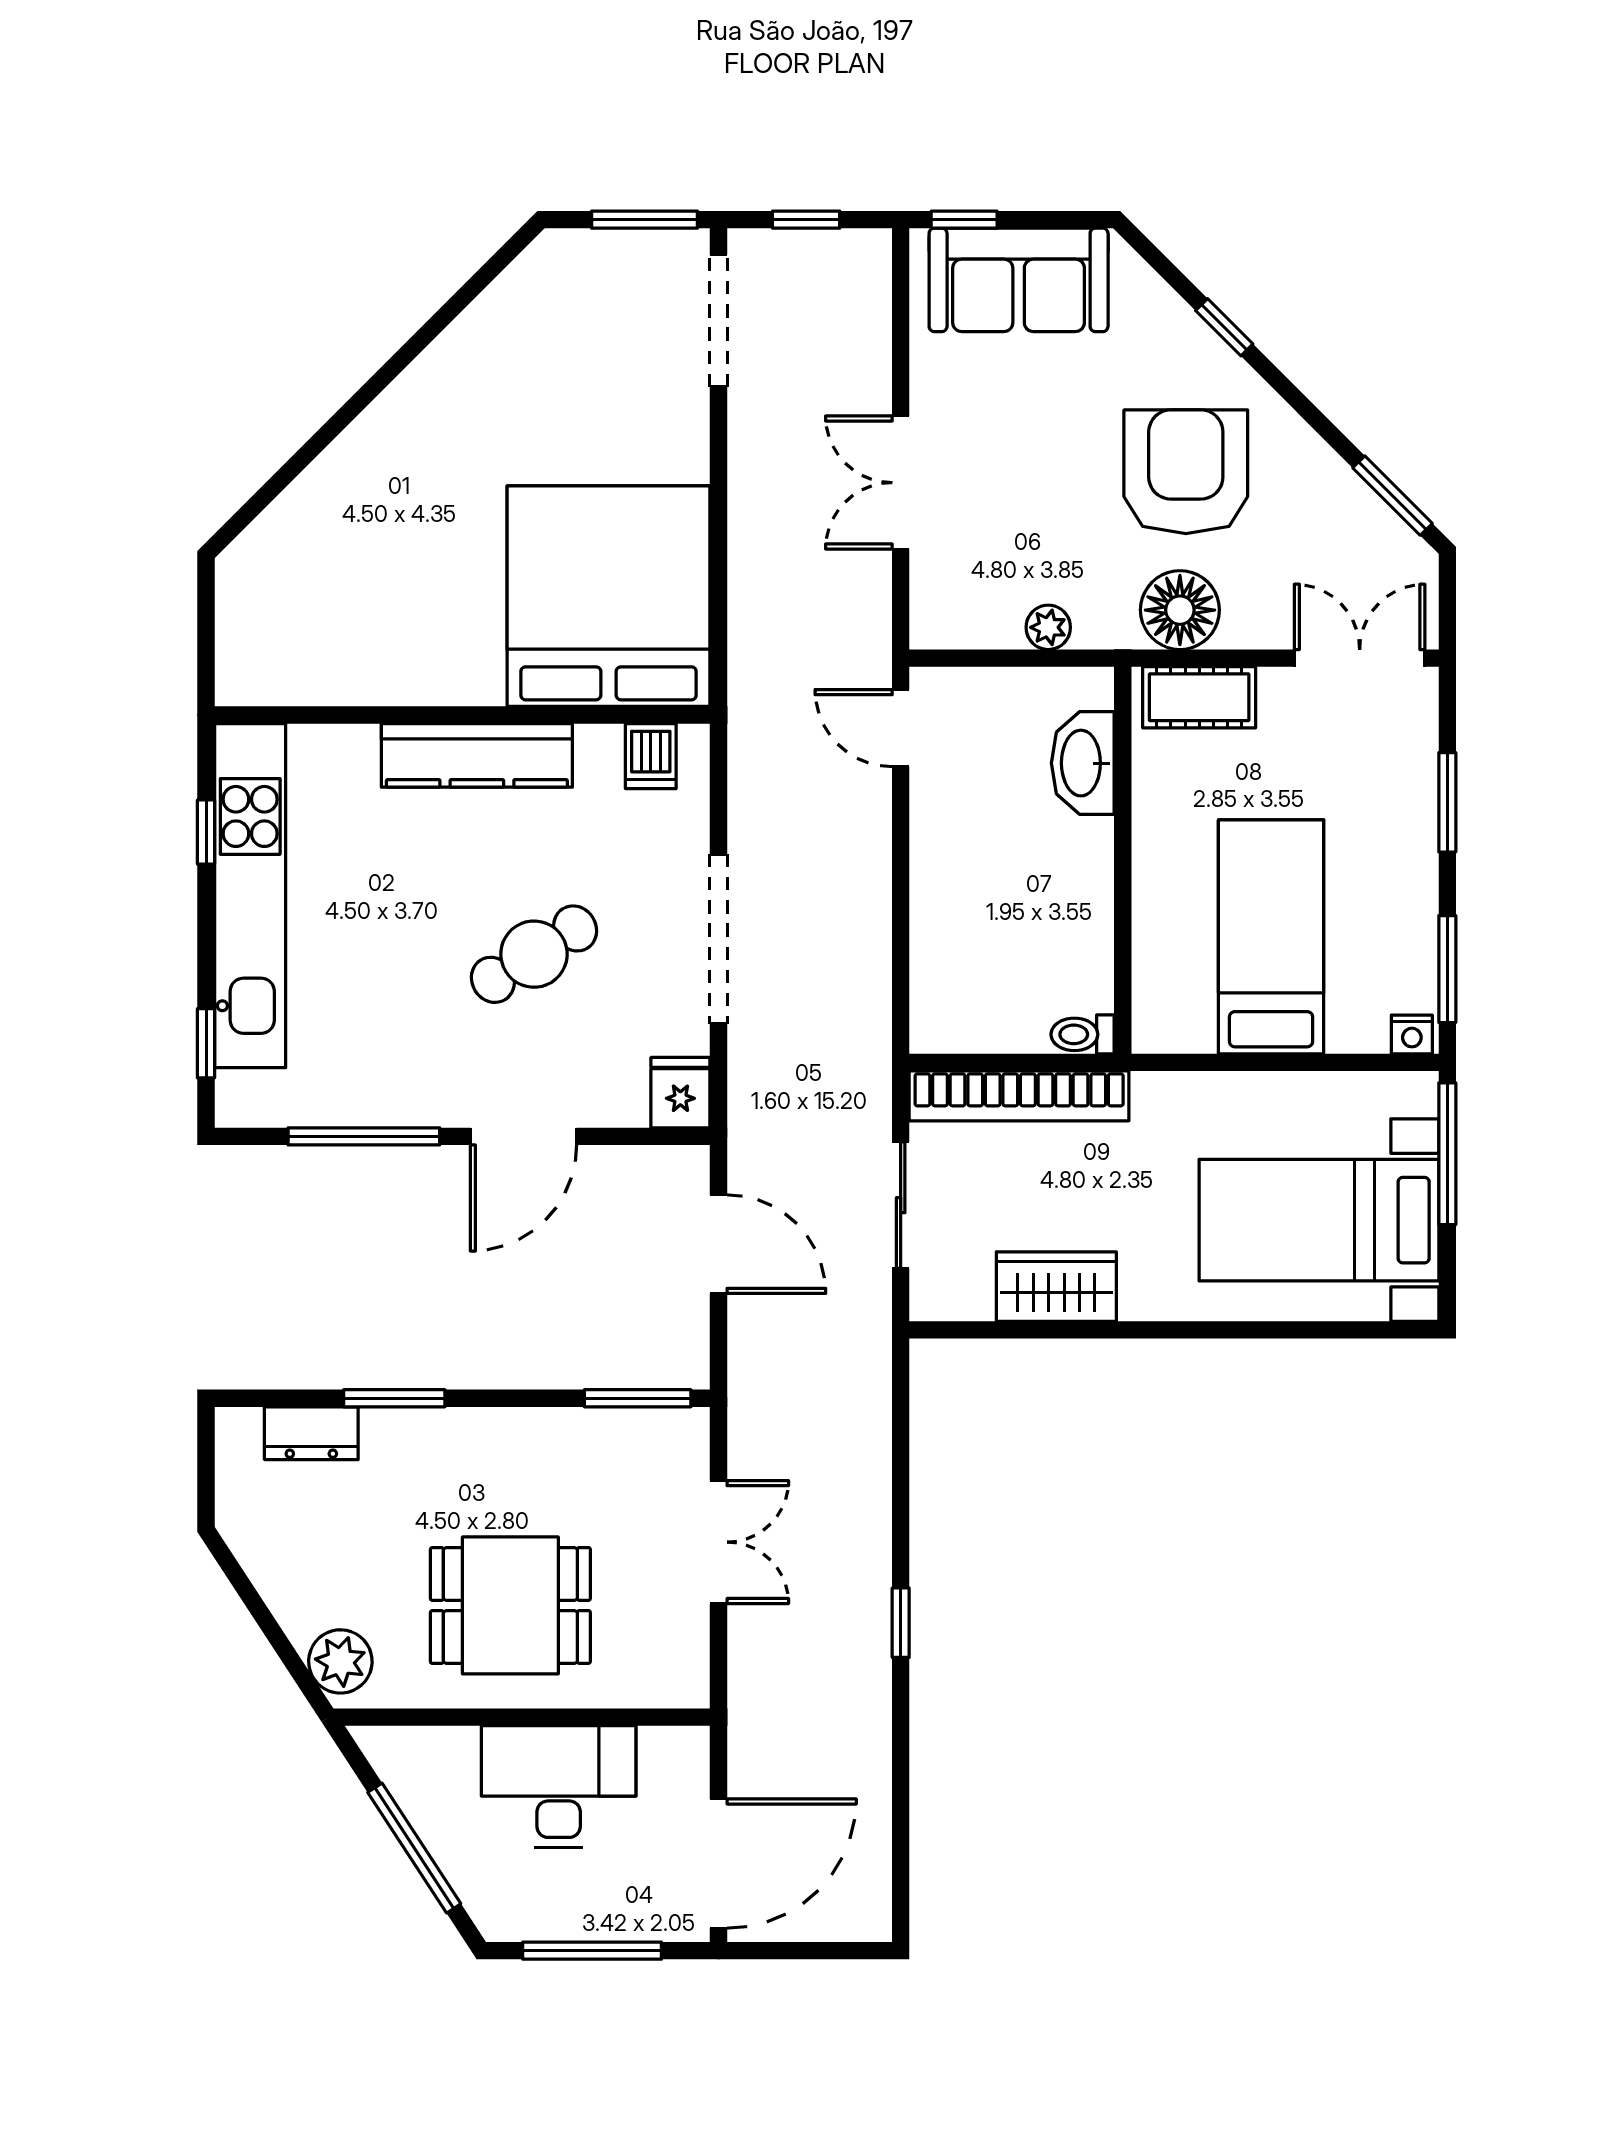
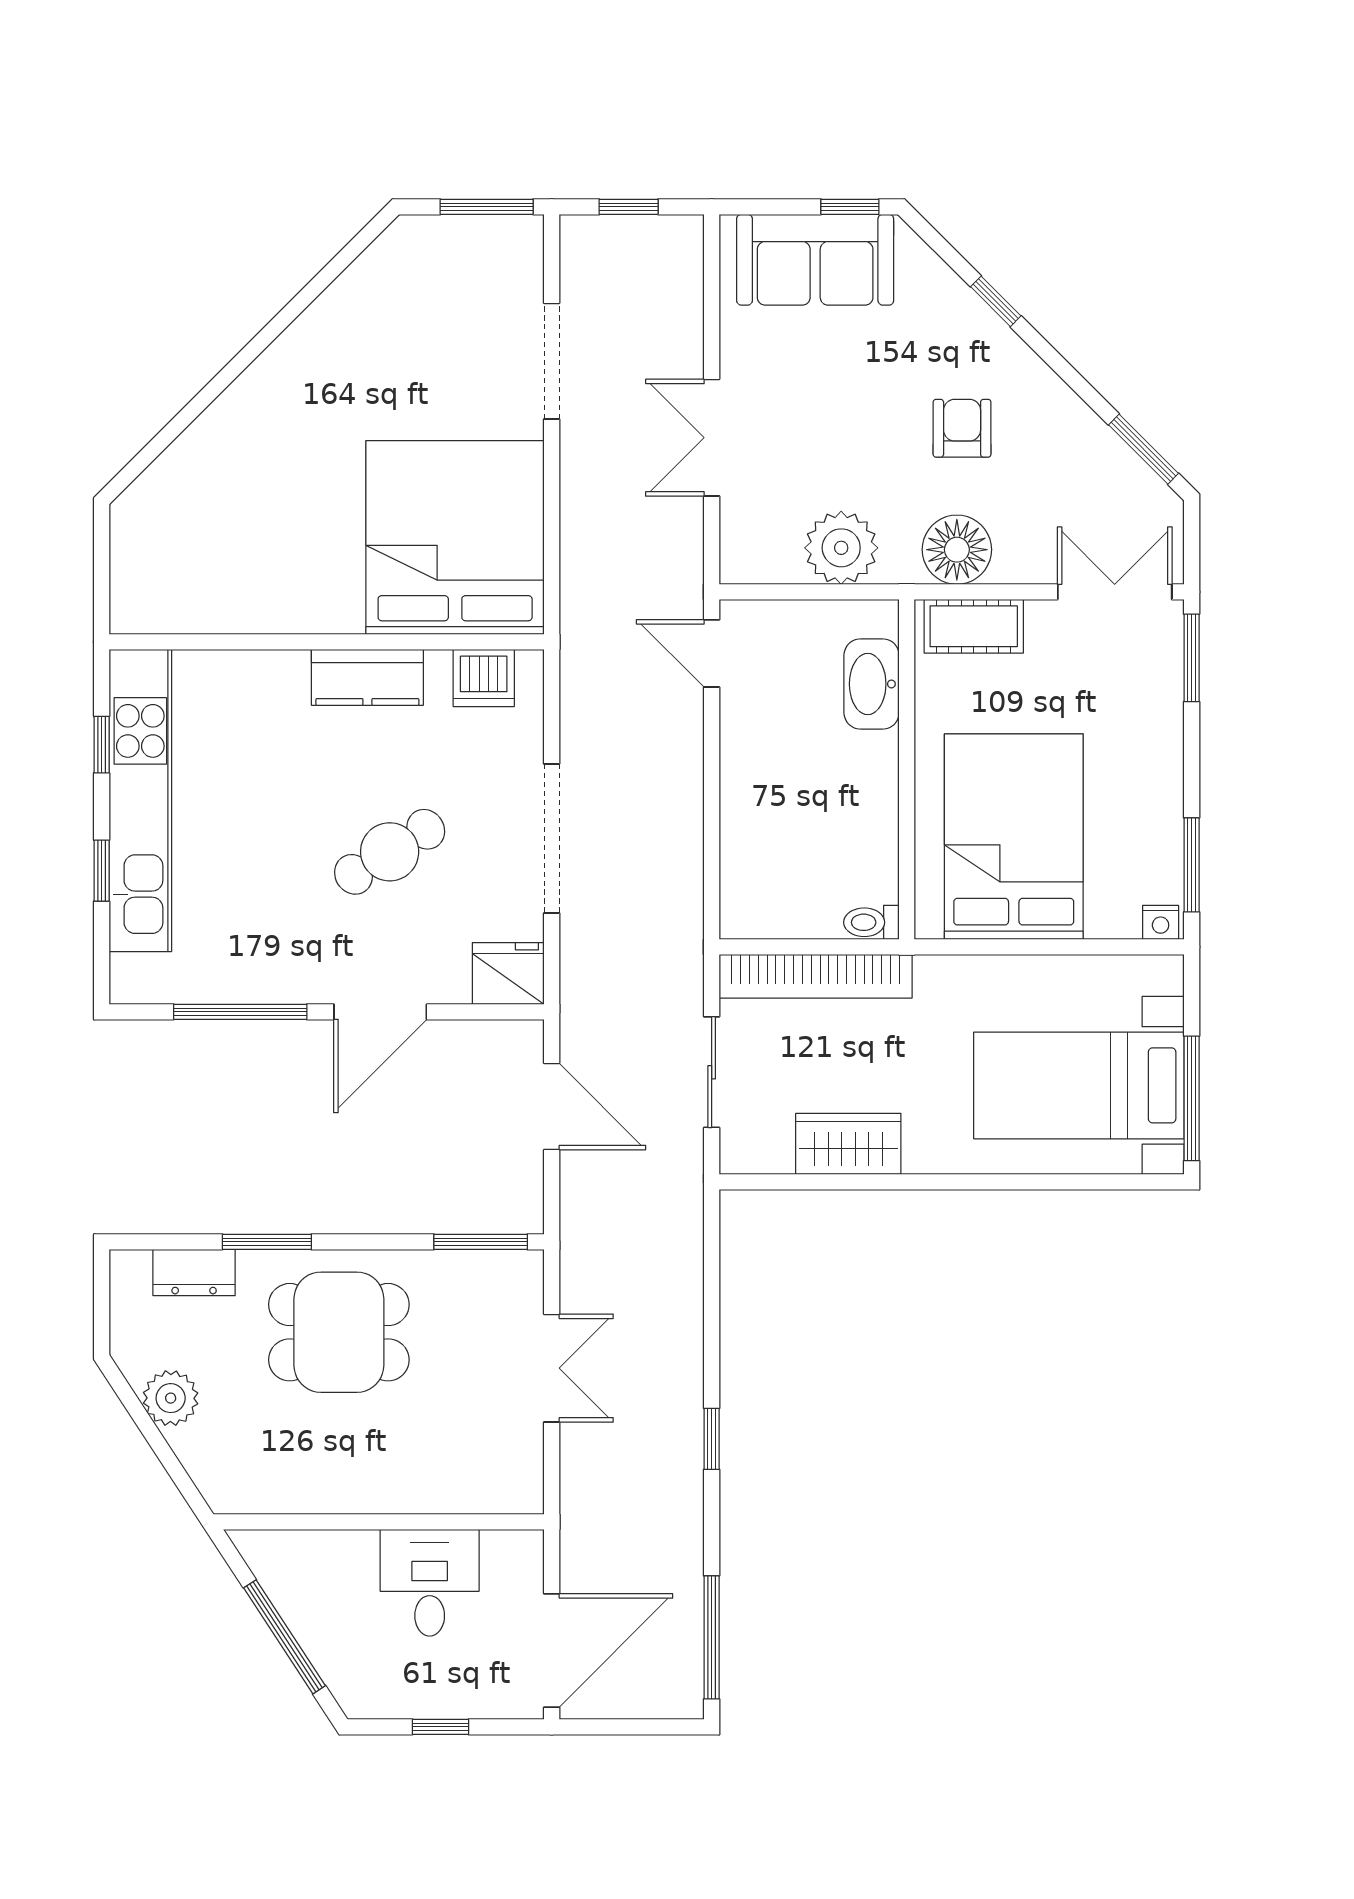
window: (964, 220) -> (850, 207), moved
doorway: (718, 321) -> (552, 361), moved
armchair: (1186, 472) -> (962, 428), width x0.53, depth x0.53
plant: (1048, 627) -> (841, 548), width x1.87, depth x1.87
kitchen counter: (477, 755) -> (367, 677), width x0.67
dishwasher: (651, 756) -> (484, 678), width x1.38
window: (1447, 802) -> (1192, 658), moved
bed: (1271, 937) -> (1014, 837), width x1.50
window: (206, 1043) -> (102, 871), moved
fridge: (680, 1093) -> (508, 973), width x1.38
window: (1447, 1154) -> (1192, 1098), moved
dining table: (510, 1605) -> (339, 1332), moved
plant: (340, 1661) -> (171, 1398), moved
desk: (559, 1786) -> (430, 1583), width x0.73
window: (901, 1848) -> (712, 1637), added
window: (592, 1951) -> (441, 1727), width x0.46

